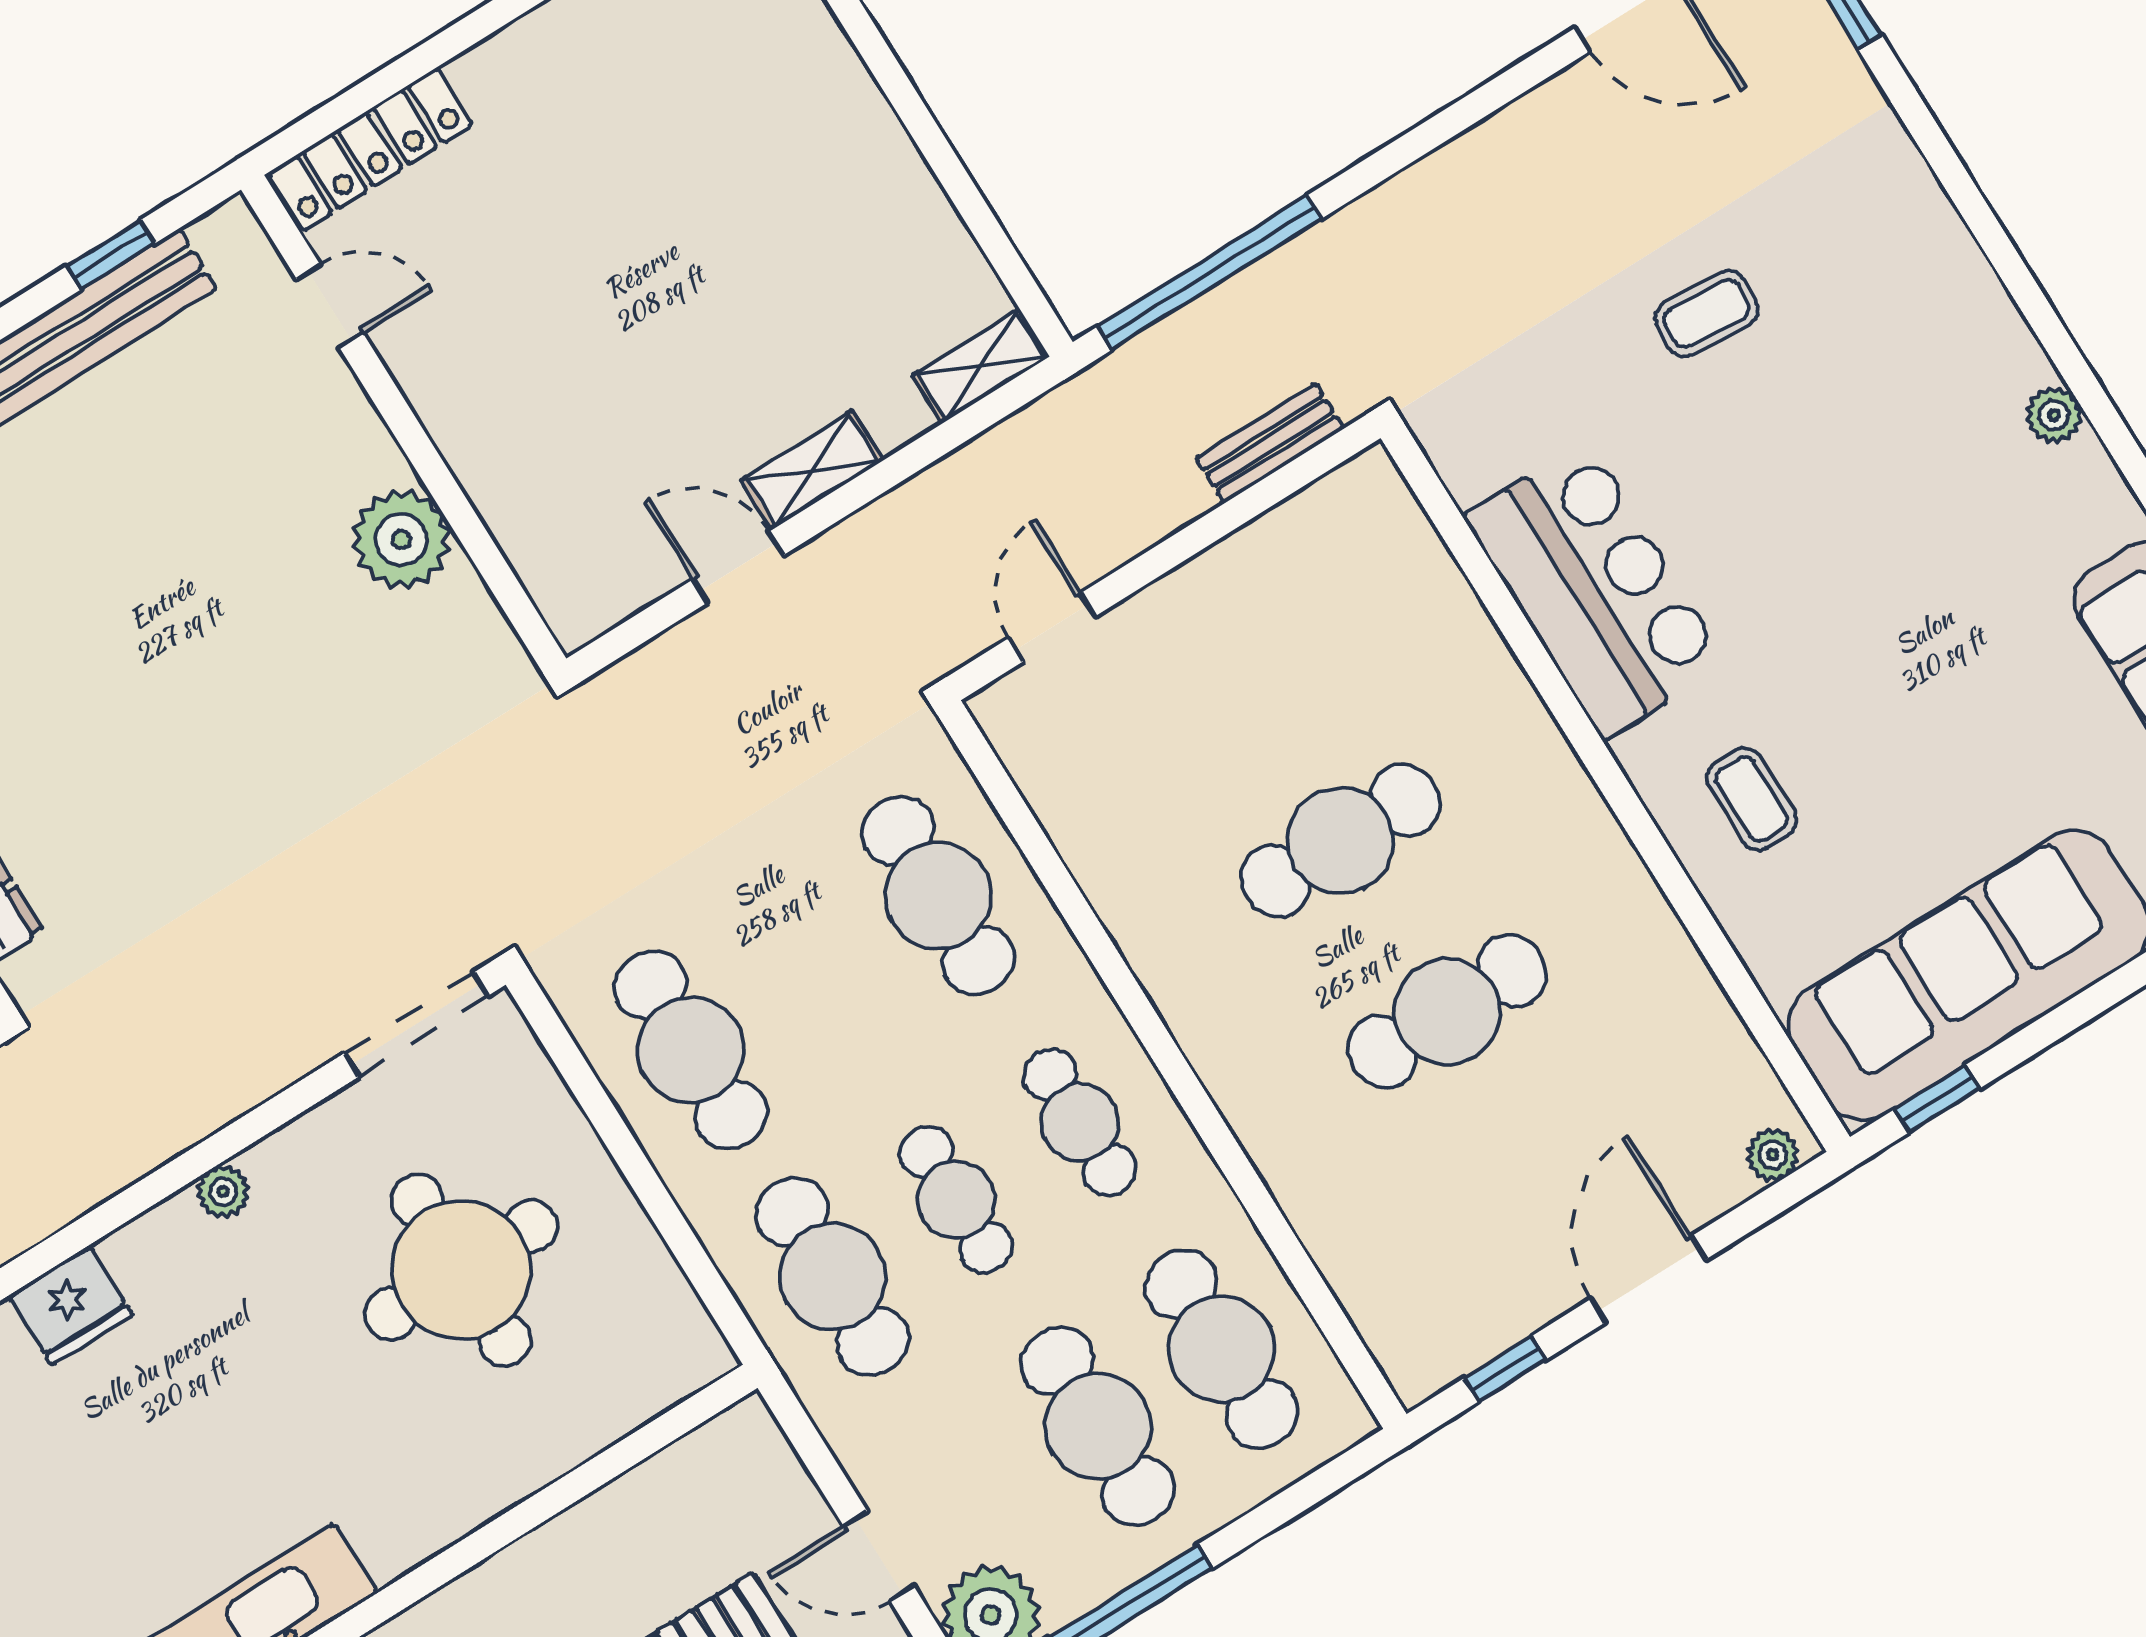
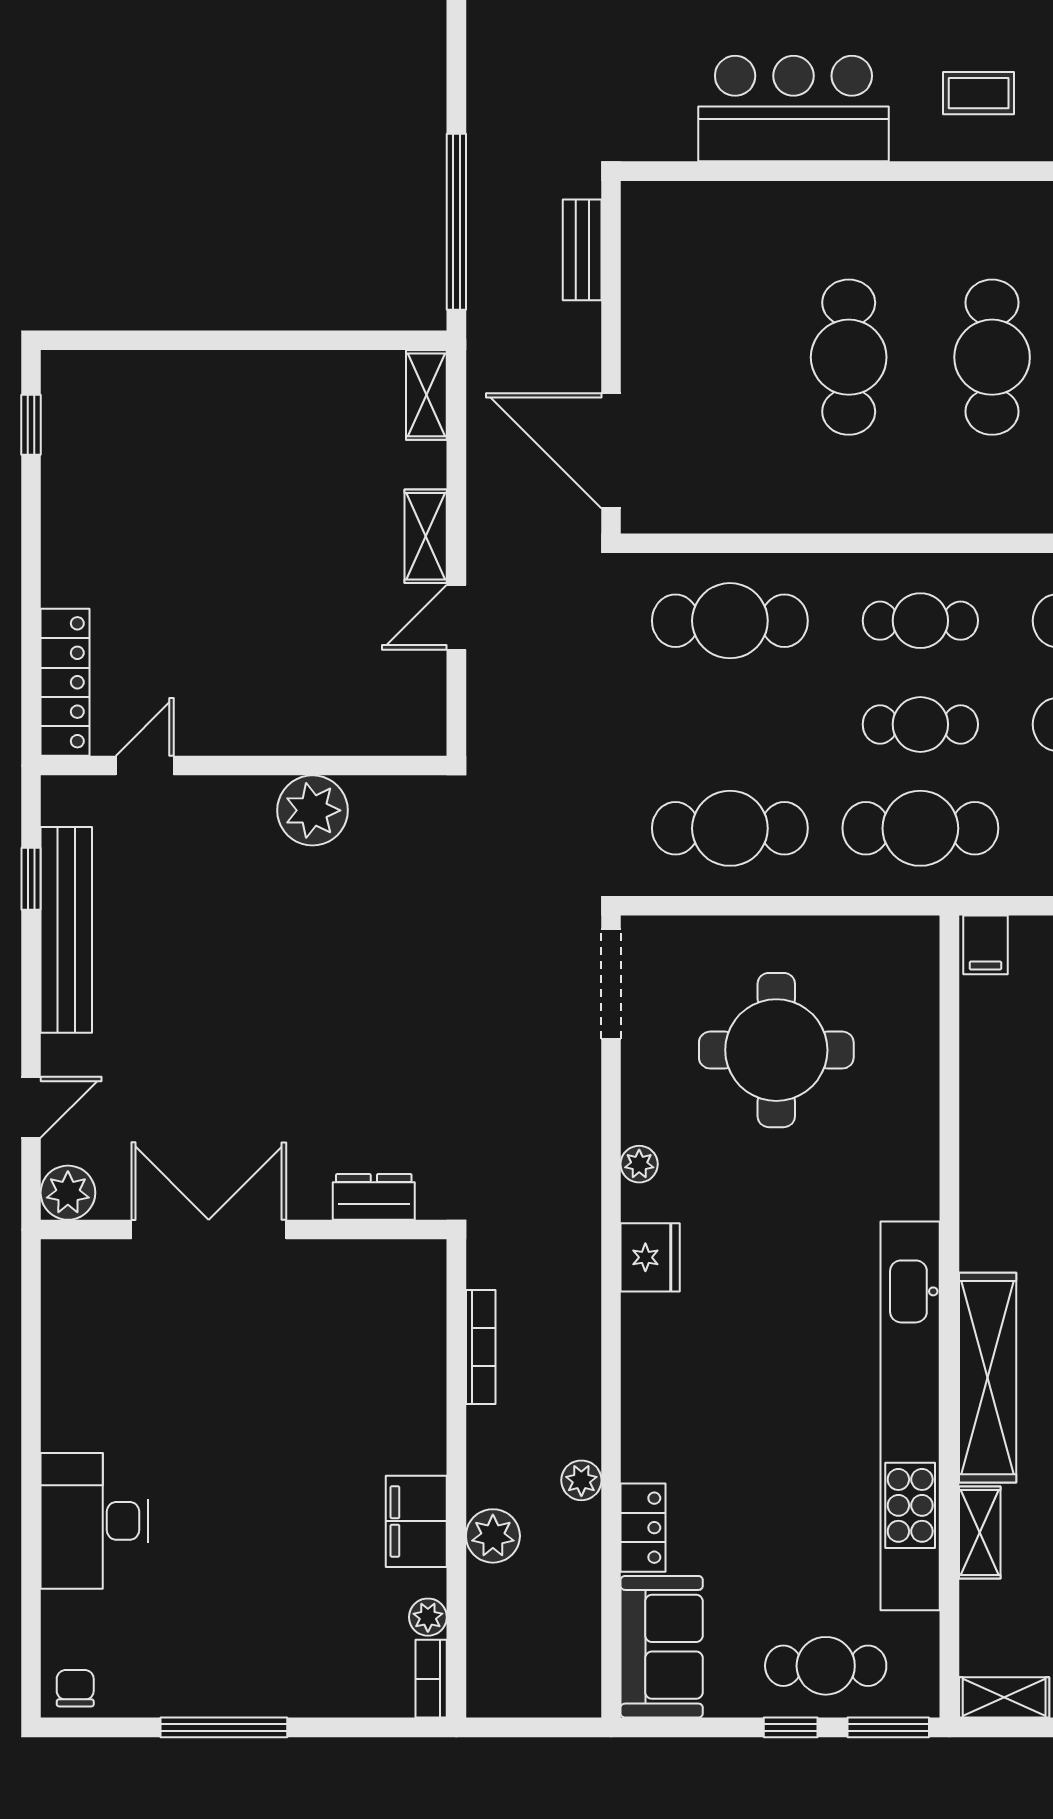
door: (1052, 627) -> (611, 451), width x1.88
fridge: (71, 1305) -> (650, 1257), moved
filing cabinet: (742, 1441) -> (985, 945), added

